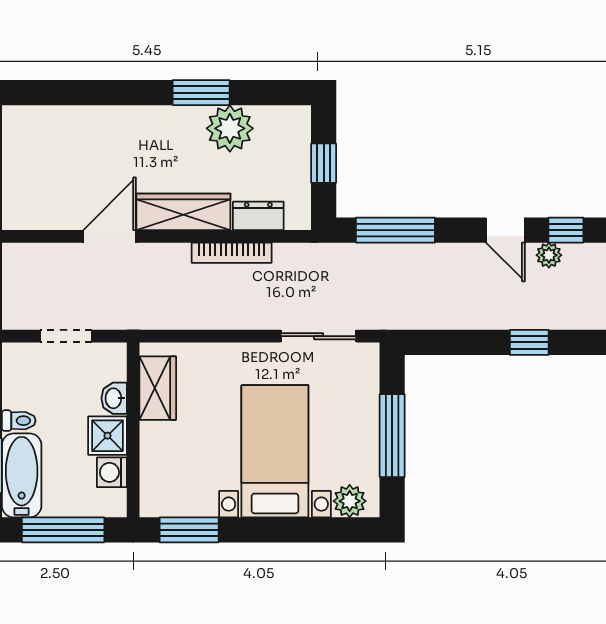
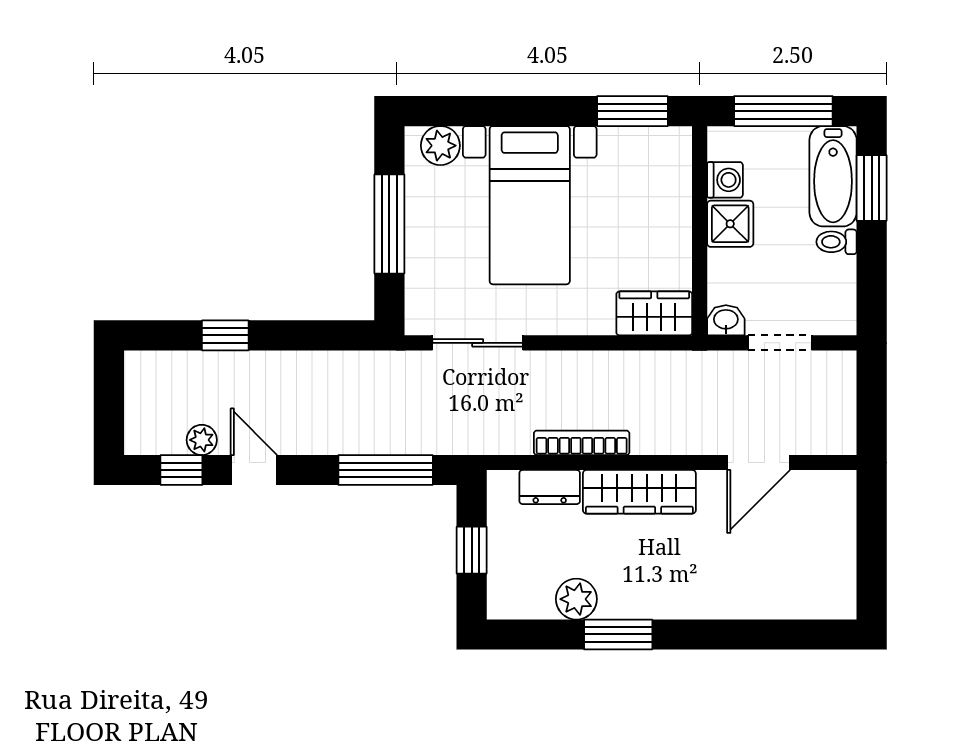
plant: (230, 128) -> (576, 599), width x0.73, depth x0.73
door: (110, 236) -> (759, 463), moved
wardrobe: (158, 388) -> (654, 313), moved, turned 90
washbasin: (114, 398) -> (726, 320), moved, turned -90

